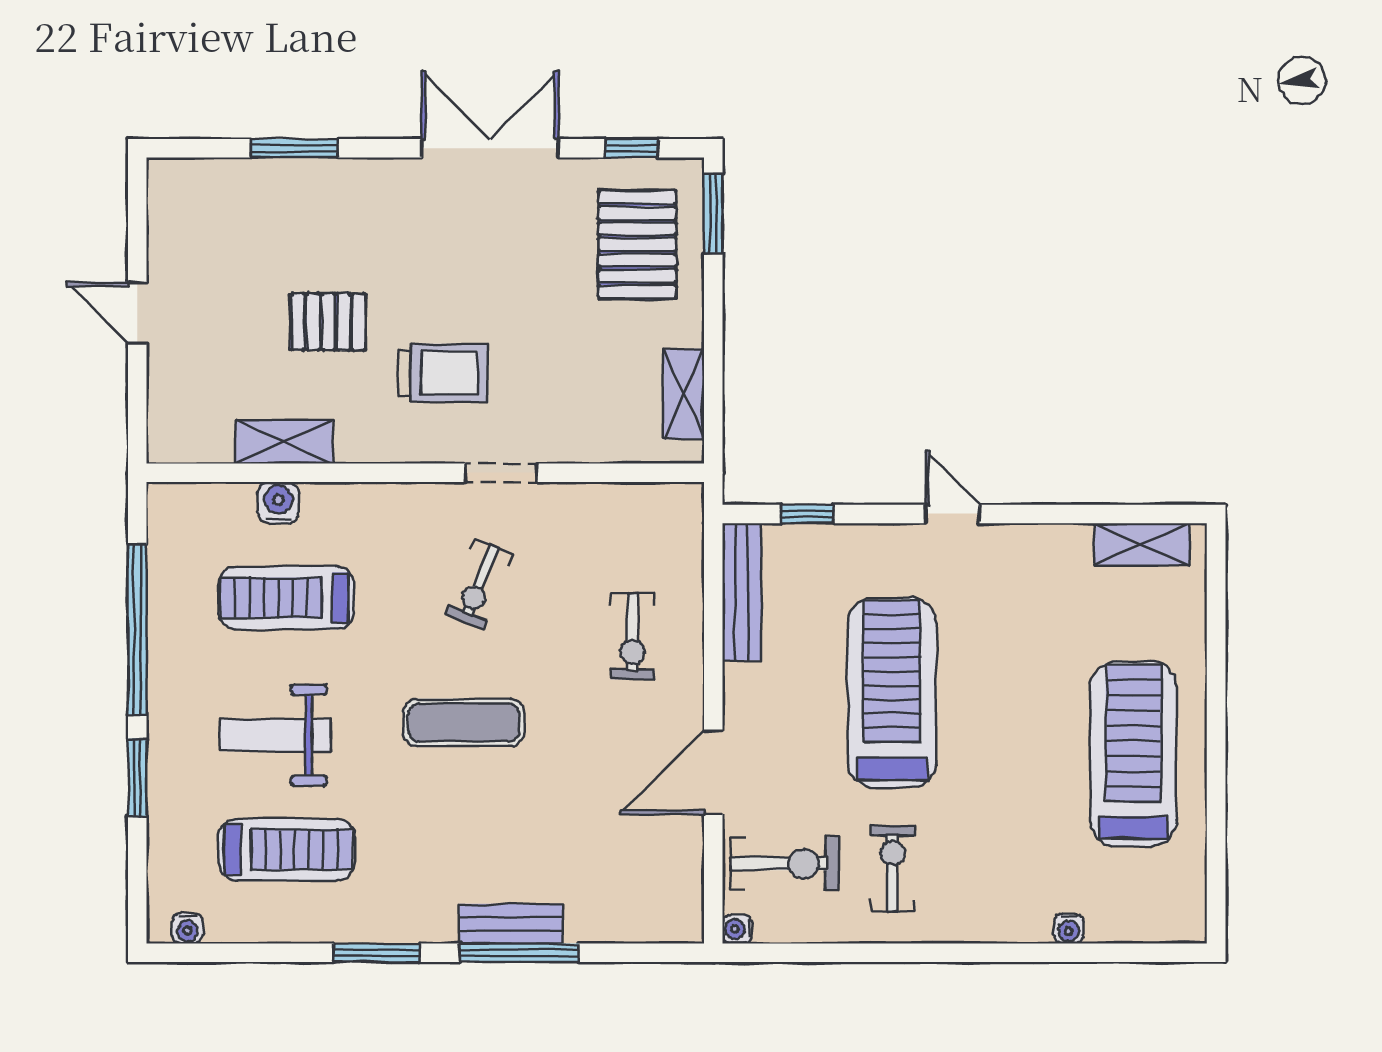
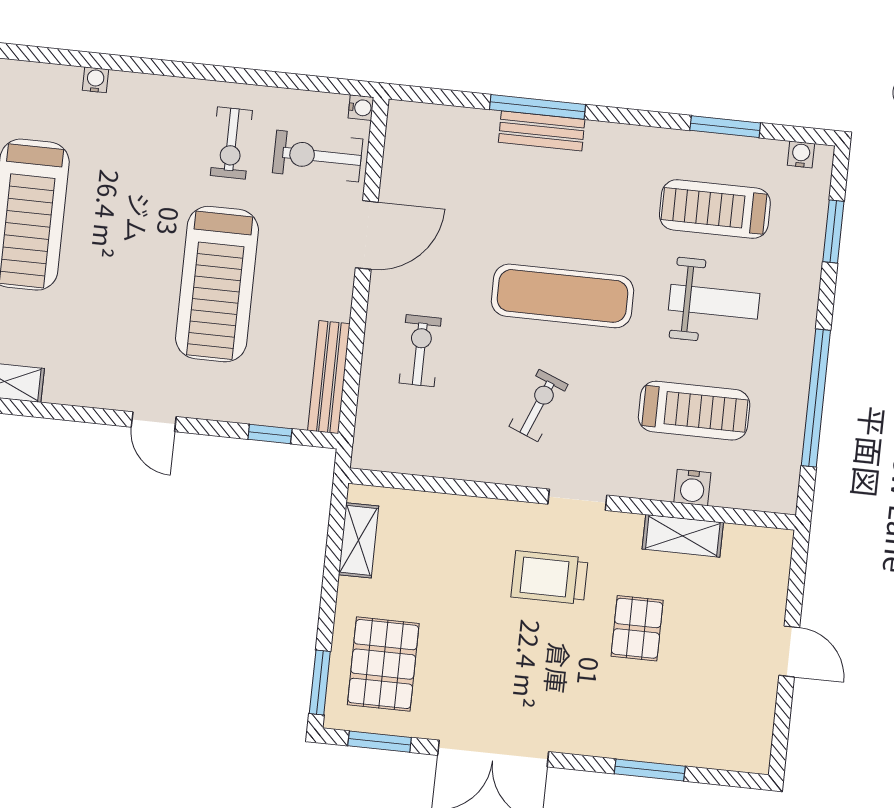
window: (632, 148) -> (380, 742), width x1.50
pallet: (328, 322) -> (637, 628), turned 90
doorway: (501, 473) -> (577, 500), moved
exercise mat: (464, 723) -> (562, 296), width x1.36, depth x1.45
window: (137, 778) -> (833, 232), moved
window: (376, 953) -> (725, 127), moved

